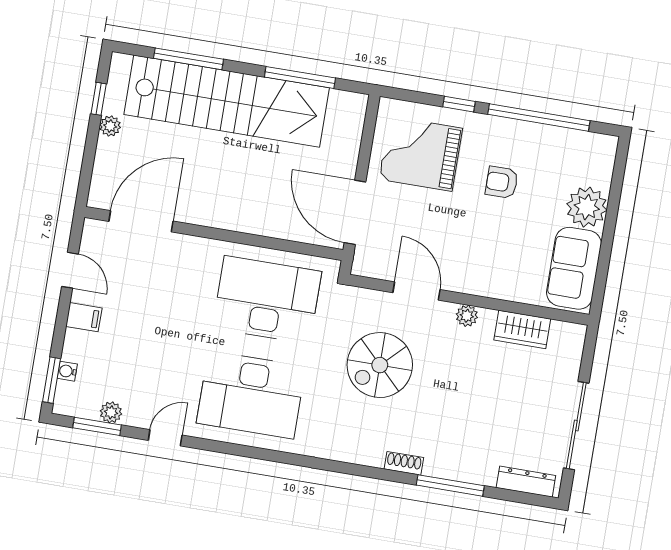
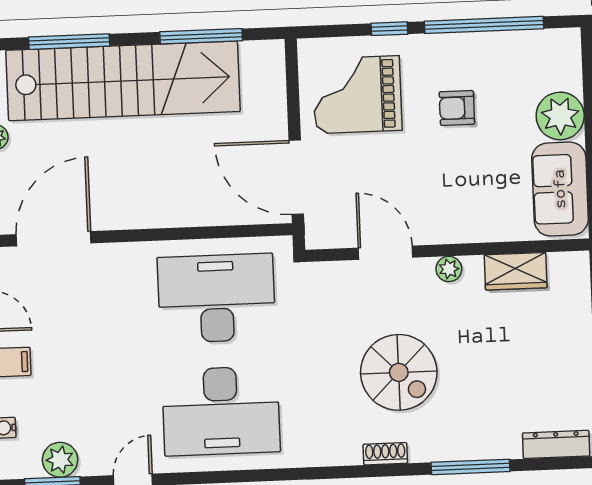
spiral stairs: (380, 365) -> (399, 372), moved, turned -90
plant: (111, 412) -> (60, 460), width x1.38, depth x1.38
shoe rack: (404, 463) -> (385, 454), moved

